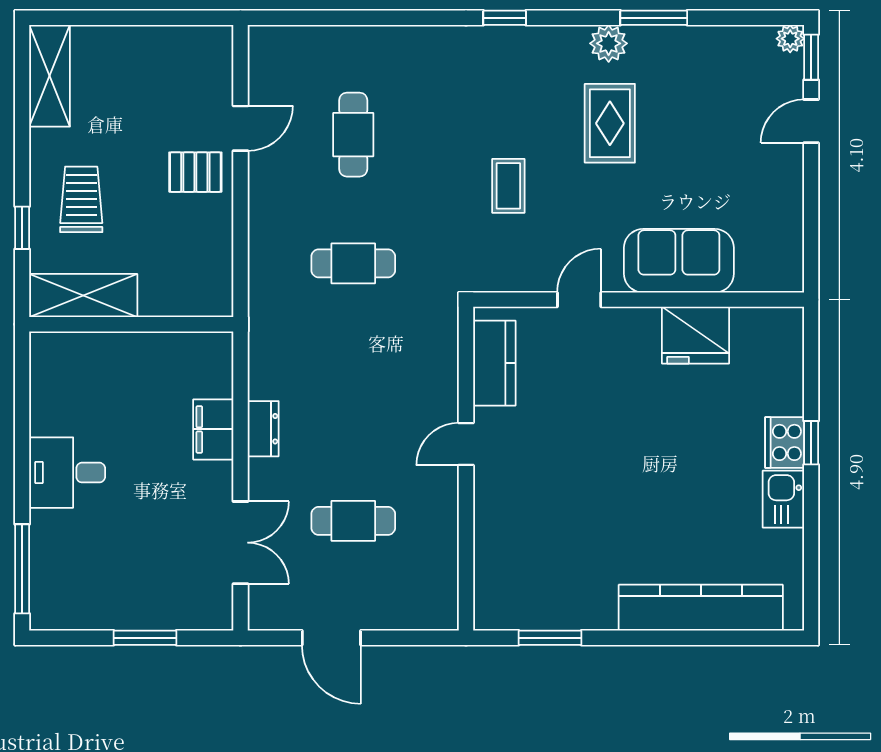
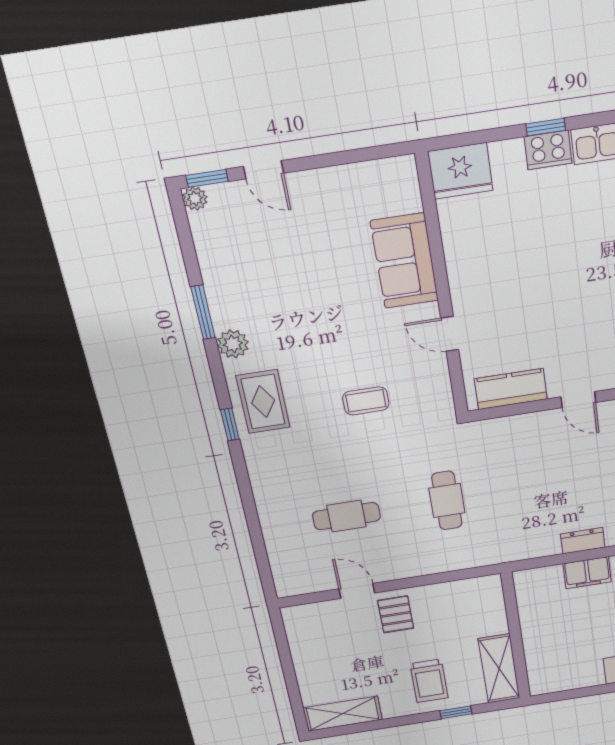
rug: (610, 123) -> (263, 402), moved, turned 90
trolley: (81, 199) -> (429, 681), turned -90
fridge: (696, 335) -> (460, 171), moved, turned 90

